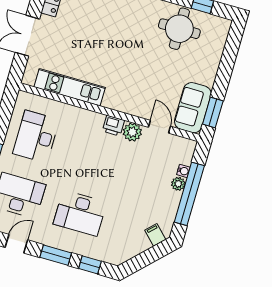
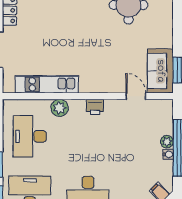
plant: (132, 132) -> (60, 108), moved
water cooler: (183, 171) -> (168, 154), moved

